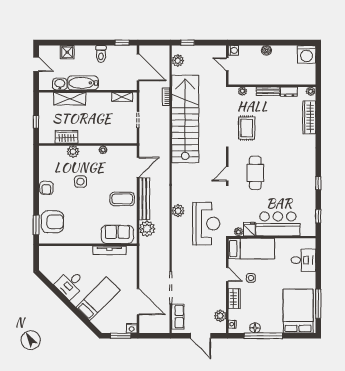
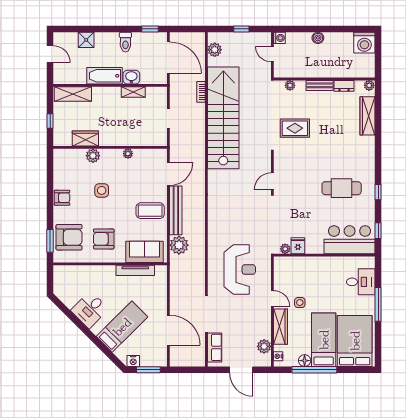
window: (188, 43) -> (241, 29), moved
washbasin: (60, 84) -> (131, 77), moved
shelving: (122, 97) -> (133, 92), moved
shelving: (70, 99) -> (73, 94), moved
rug: (247, 128) -> (295, 128), turned 90
cafe table: (255, 173) -> (342, 188), moved, turned 90
armchair: (46, 188) -> (62, 198), turned -90
plant: (178, 211) -> (215, 224), removed
armchair: (82, 223) -> (104, 239), added
reception desk: (206, 224) -> (240, 270), moved
bar counter: (278, 224) -> (350, 240), moved
bed: (251, 249) -> (324, 340), moved, turned -90
wardrobe: (234, 299) -> (280, 327), width x1.50
window: (318, 304) -> (378, 304), moved
nightstand: (132, 328) -> (133, 361), moved

